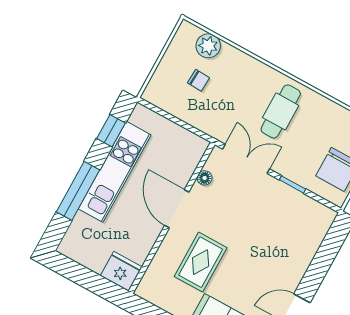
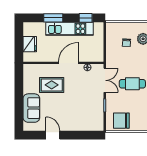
window: (78, 191) -> (53, 18), width x0.69
fridge: (121, 271) -> (30, 44), moved

